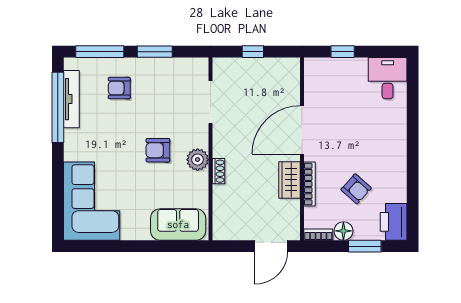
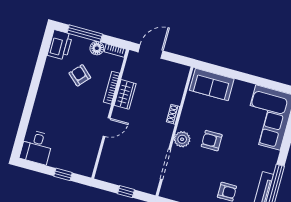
door: (302, 130) -> (107, 127), width x0.53
armchair: (158, 150) -> (212, 141), turned 180
plant: (198, 160) -> (182, 139), moved
window: (365, 246) -> (85, 33), width x1.44

